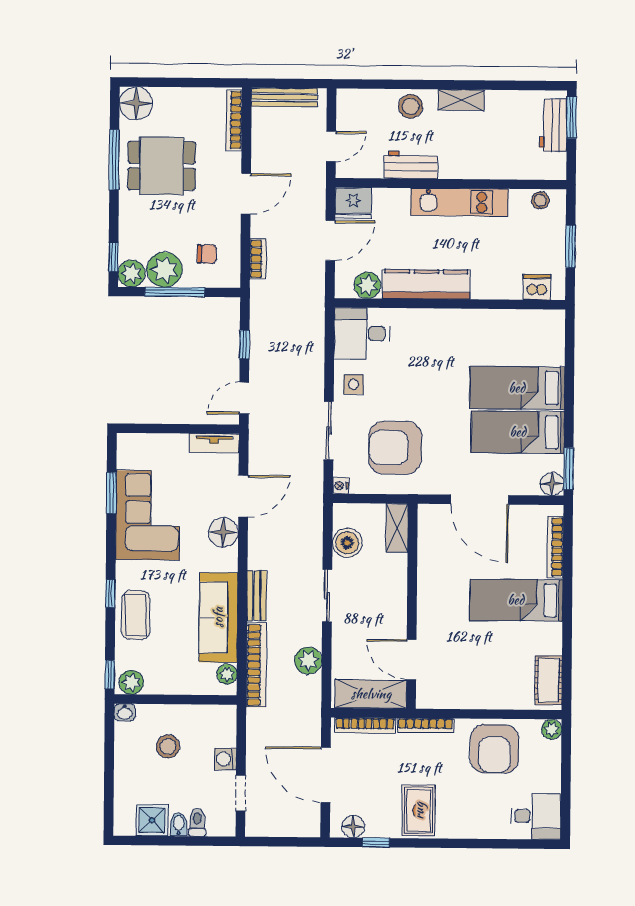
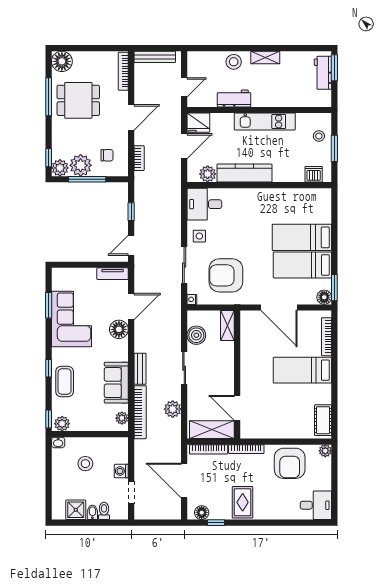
stool: (540, 200) -> (319, 136), moved
sofa: (218, 617) -> (116, 383), width x0.73

